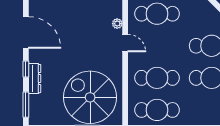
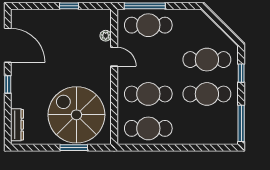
dresser: (35, 79) -> (17, 125), moved
window: (26, 105) -> (8, 123), removed

